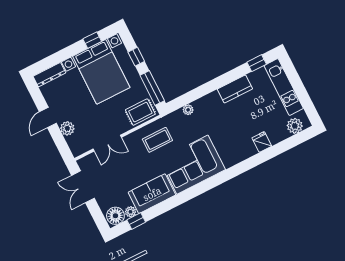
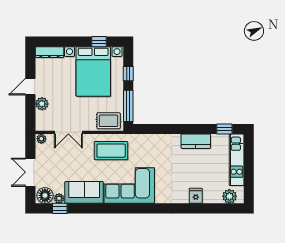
plant: (188, 110) -> (41, 139), moved
coffee table: (157, 140) -> (111, 151), width x1.36, depth x1.32
double door: (83, 187) -> (30, 172), moved

